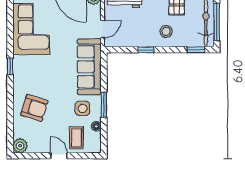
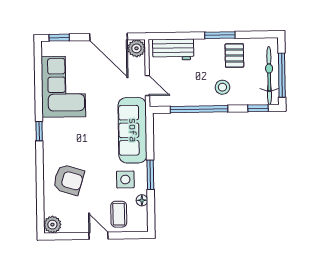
door: (102, 29) -> (147, 86), hinge flipped
window: (146, 50) -> (199, 109), width x3.17

